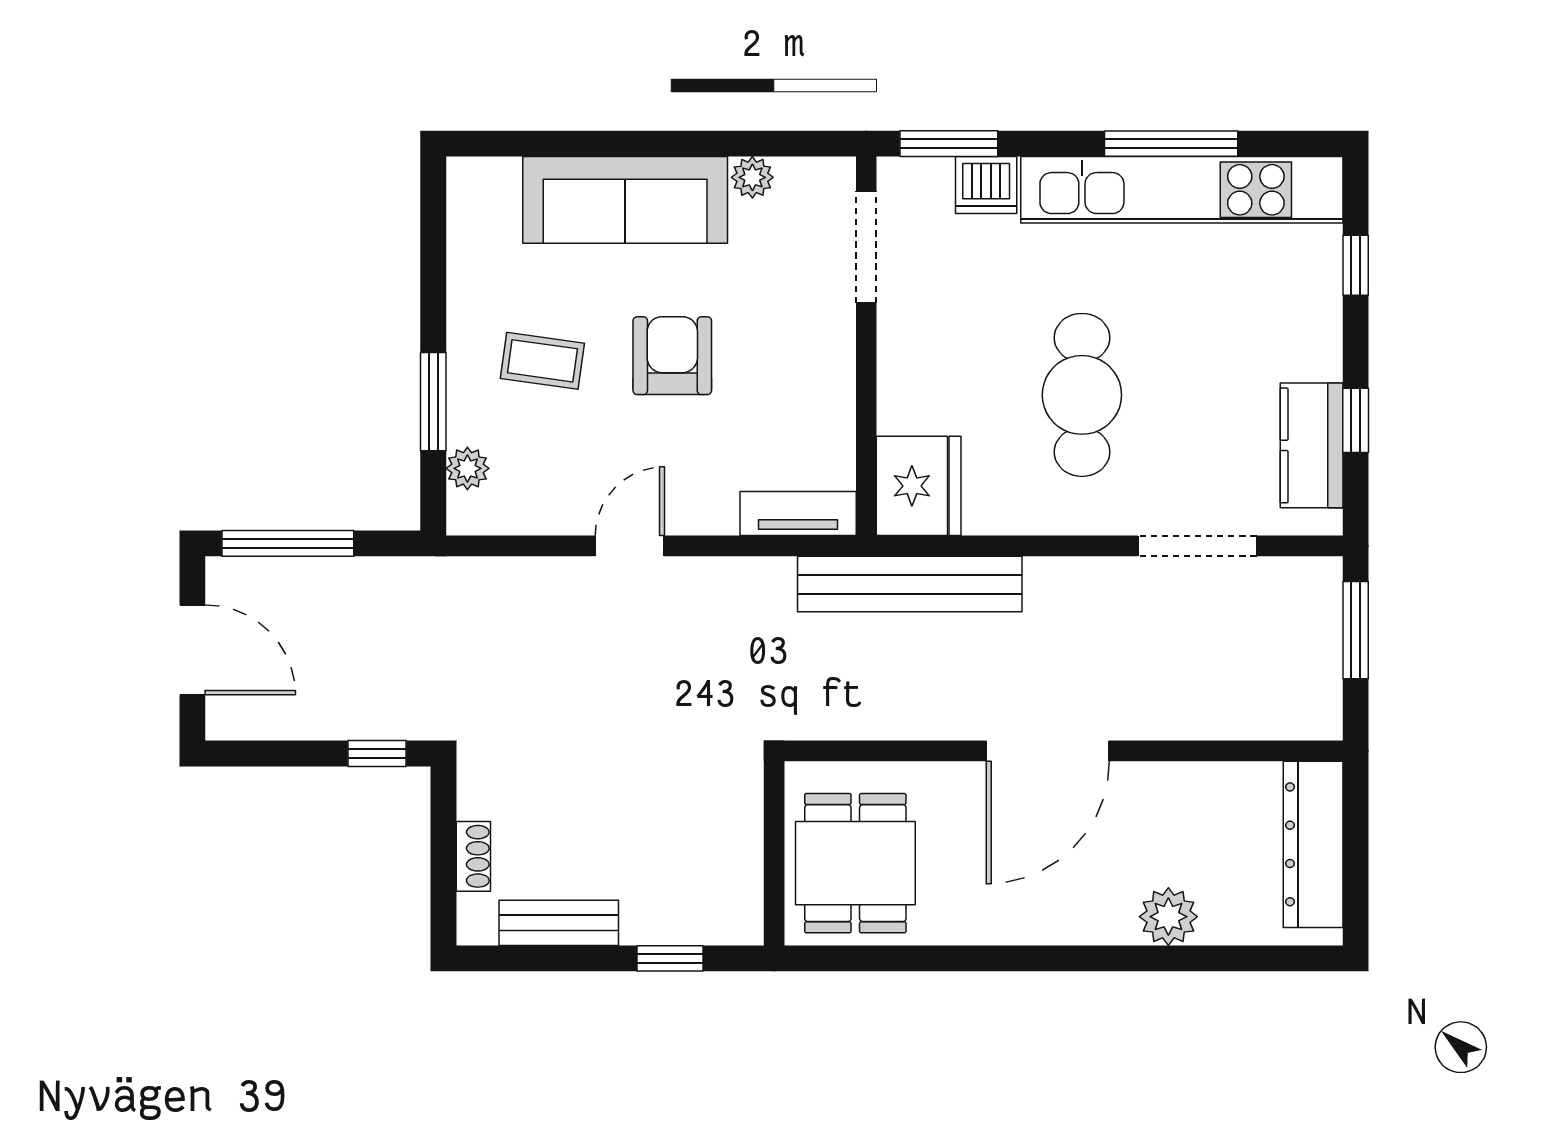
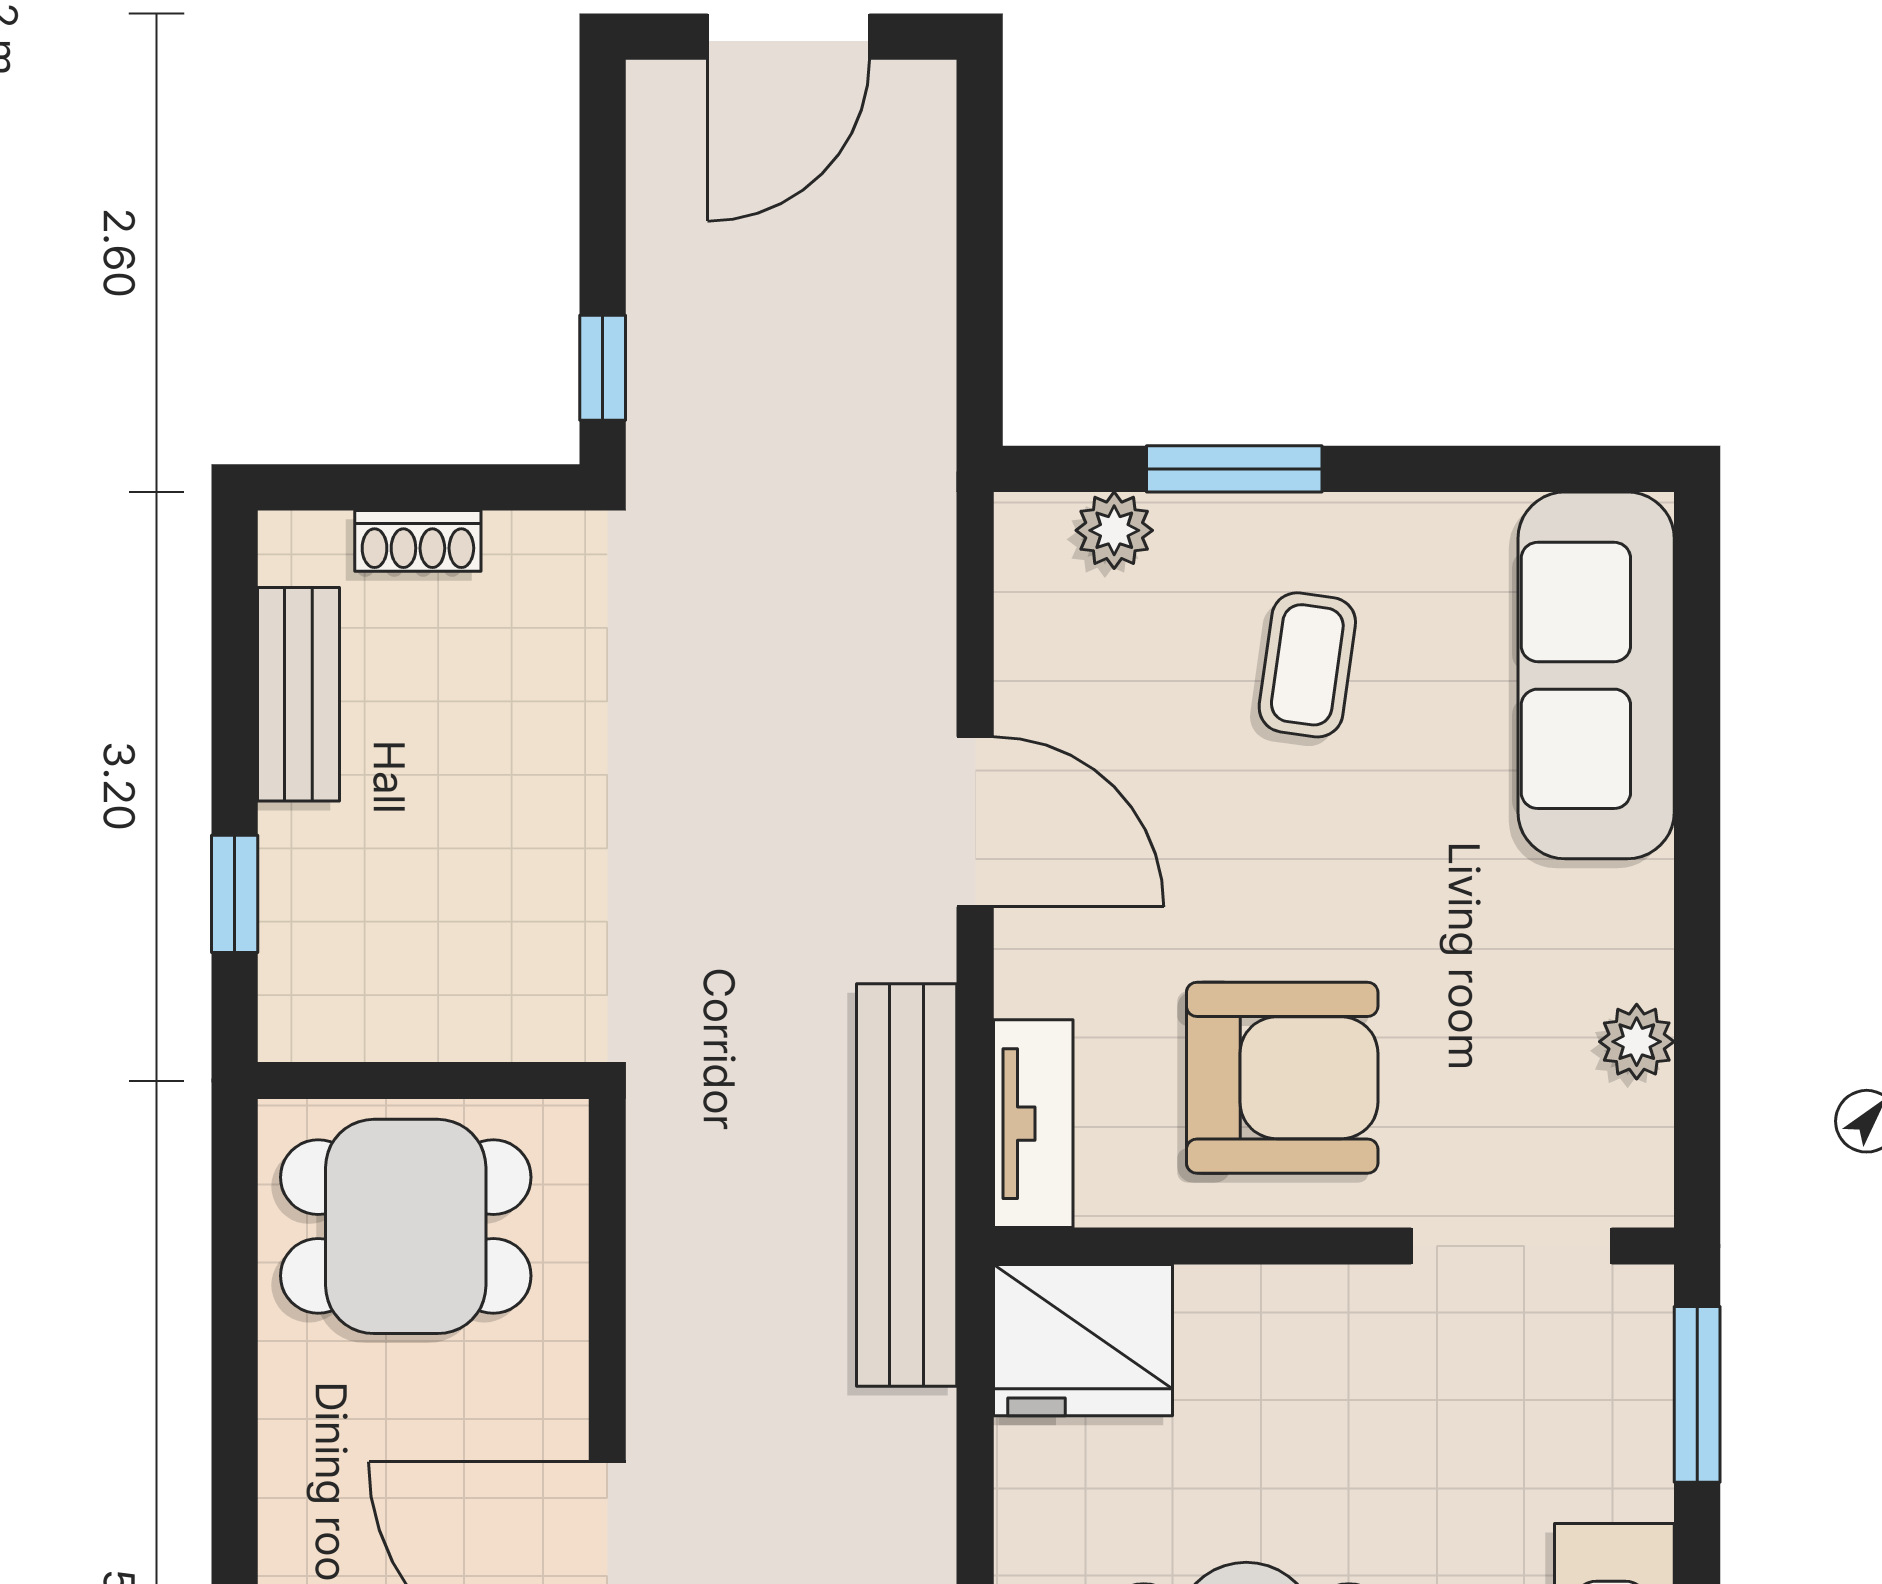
dishwasher: (986, 185) -> (1623, 1461), removed
sofa: (625, 200) -> (1596, 675), moved
armchair: (672, 356) -> (1282, 1078), moved, width x1.36, depth x1.36
window: (288, 543) -> (980, 208), removed
door: (630, 546) -> (975, 822), width x1.38
bench: (910, 584) -> (907, 1185), moved

